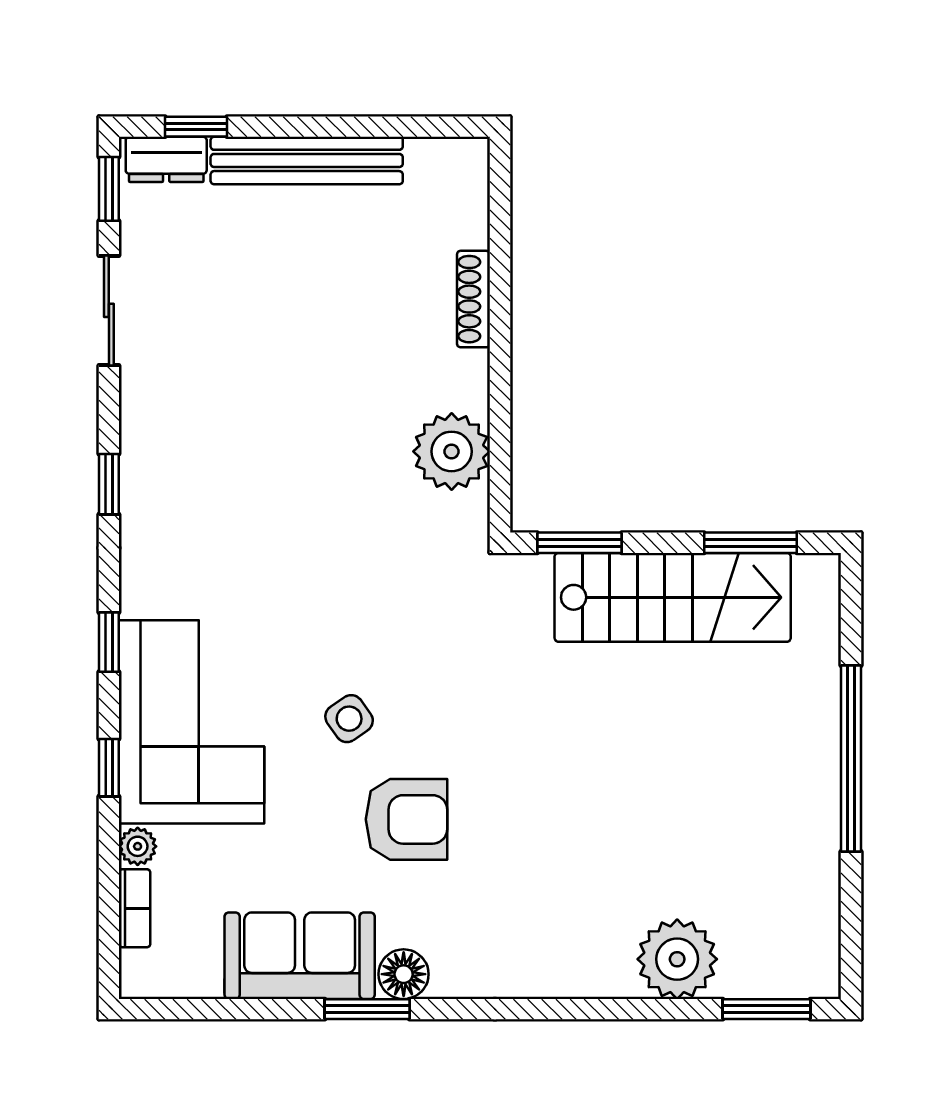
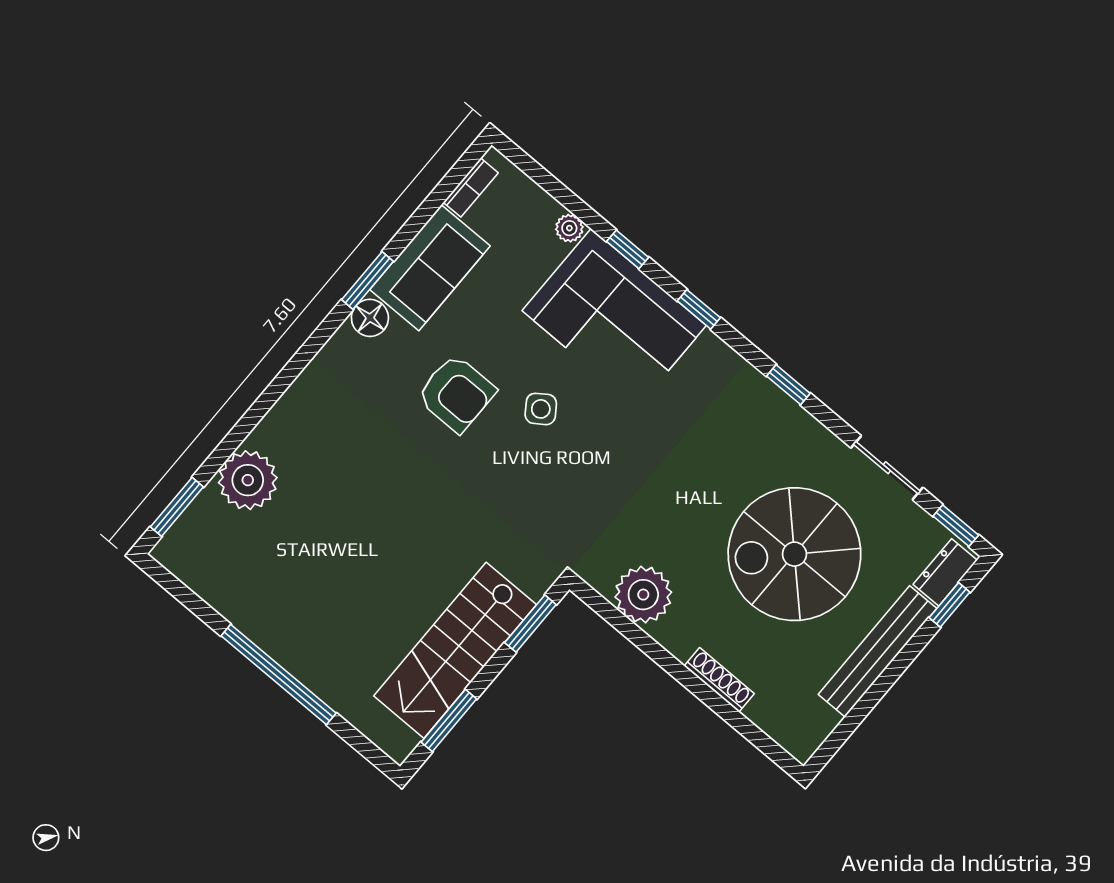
spiral stairs: (278, 331) -> (794, 554), added
armchair: (406, 819) -> (456, 393), turned -90
bookcase: (135, 908) -> (471, 188), moved, turned -90

